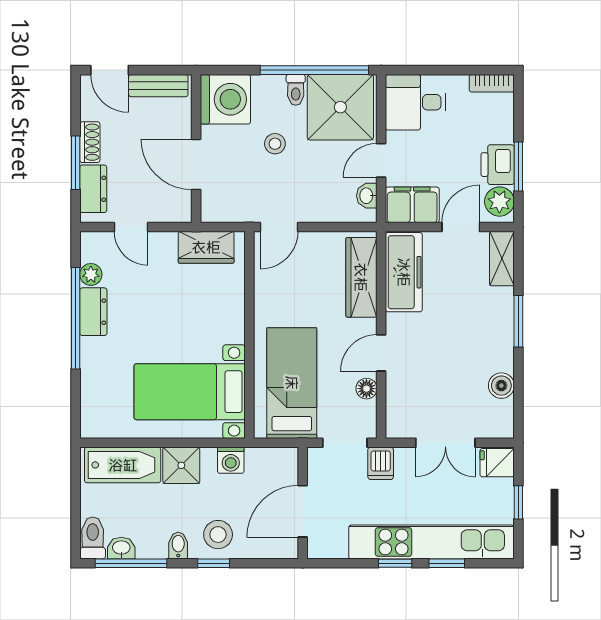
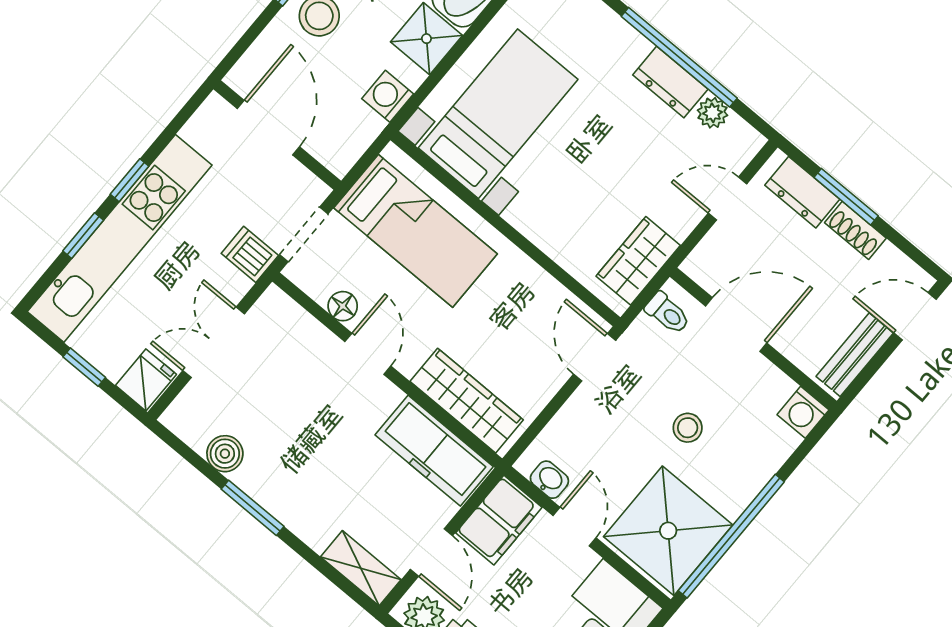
toilet: (296, 90) -> (667, 313), moved, turned 180
washing machine: (225, 99) -> (803, 412), width x0.53, depth x0.53
window: (518, 321) -> (253, 508), moved

